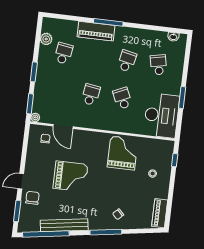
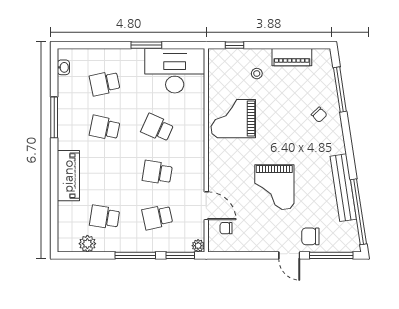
window: (108, 22) -> (54, 117), moved
window: (34, 72) -> (135, 255), width x1.44
school desk: (59, 91) -> (157, 217), added
school desk: (122, 98) -> (157, 128), turned 48
door: (63, 126) -> (206, 206), hinge flipped
grand piano: (70, 176) -> (274, 187), turned 180
window: (17, 211) -> (331, 255), width x1.44
piano: (160, 213) -> (292, 57), moved
window: (106, 232) -> (340, 89), moved

